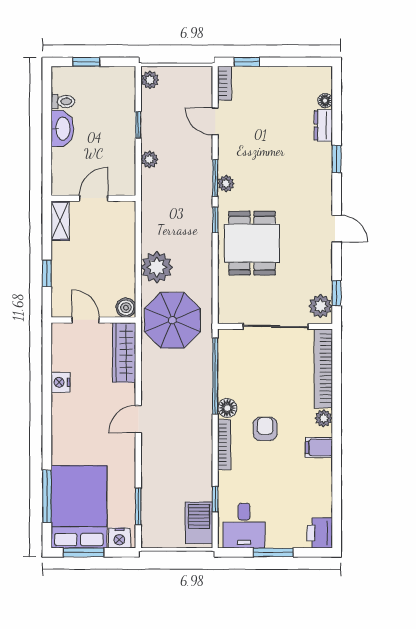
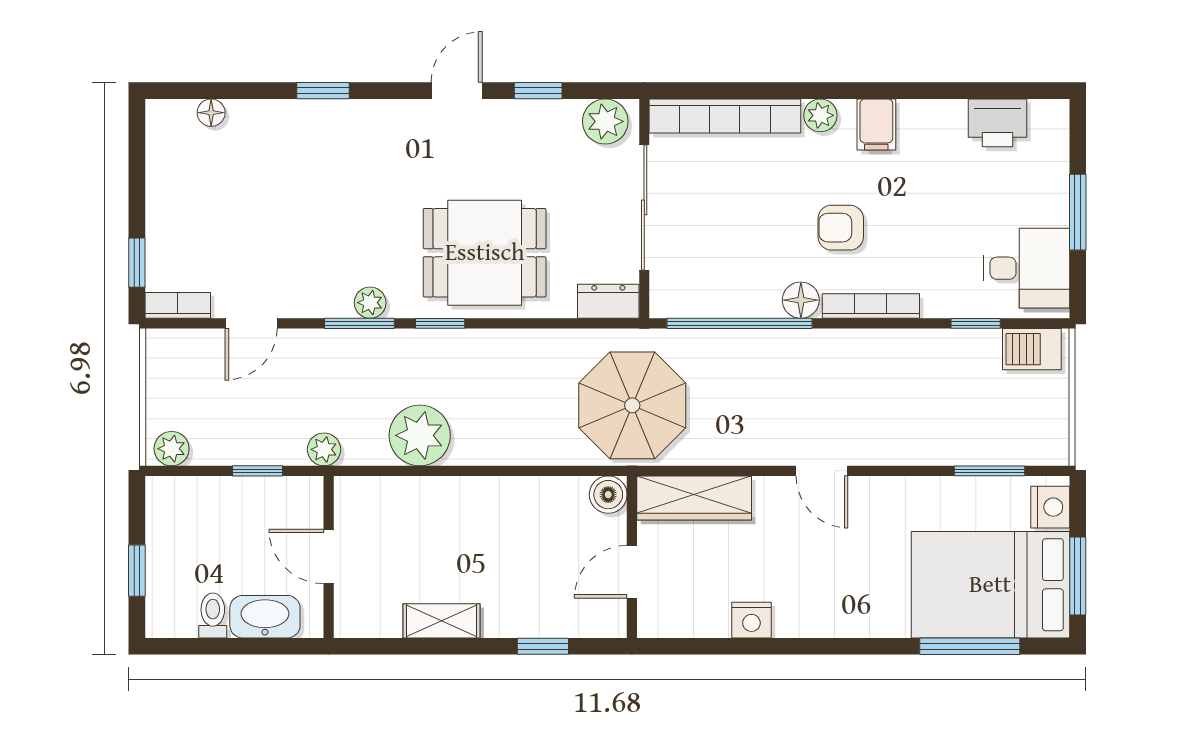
dresser: (323, 125) -> (608, 301), moved, turned 180
wall: (93, 198) -> (329, 557), moved
door: (94, 198) -> (329, 556), moved
plant: (157, 267) -> (420, 435), moved
window: (337, 293) -> (538, 91), moved
barbecue: (199, 523) -> (1032, 349), width x0.73, depth x0.79
printer: (320, 533) -> (997, 123), moved

